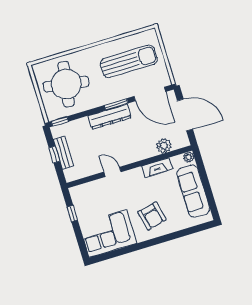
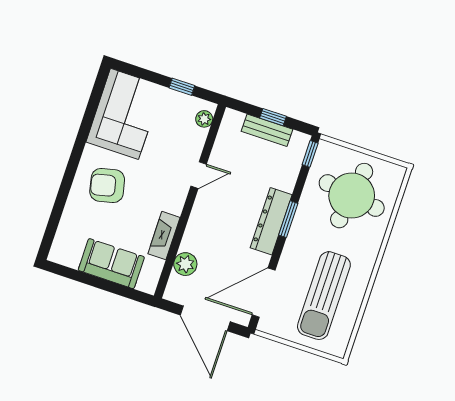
window: (116, 104) -> (288, 219), moved
door: (185, 115) -> (205, 318), hinge flipped
plant: (189, 157) -> (204, 119), moved
sofa: (193, 191) -> (111, 264), width x0.73

